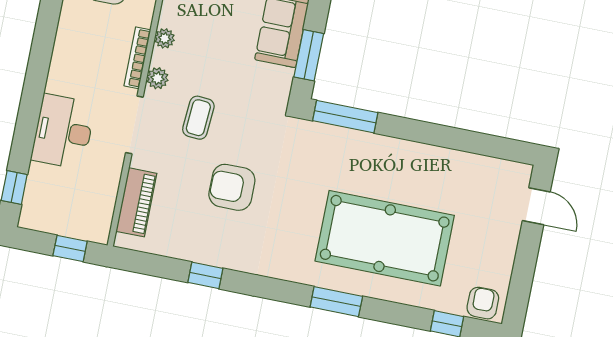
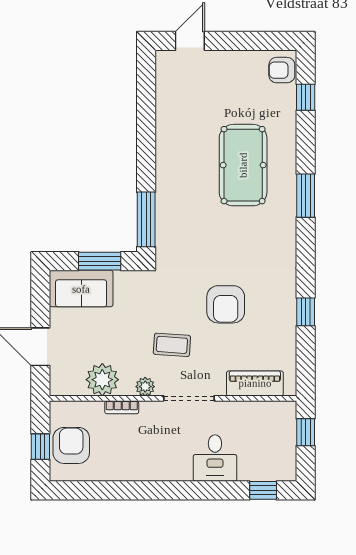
plant: (165, 38) -> (102, 380), width x1.87, depth x1.87
bookcase: (137, 58) -> (122, 407), width x0.64
desk: (63, 132) -> (215, 458), width x0.73
pool table: (385, 238) -> (243, 165), width x0.73, depth x0.76

